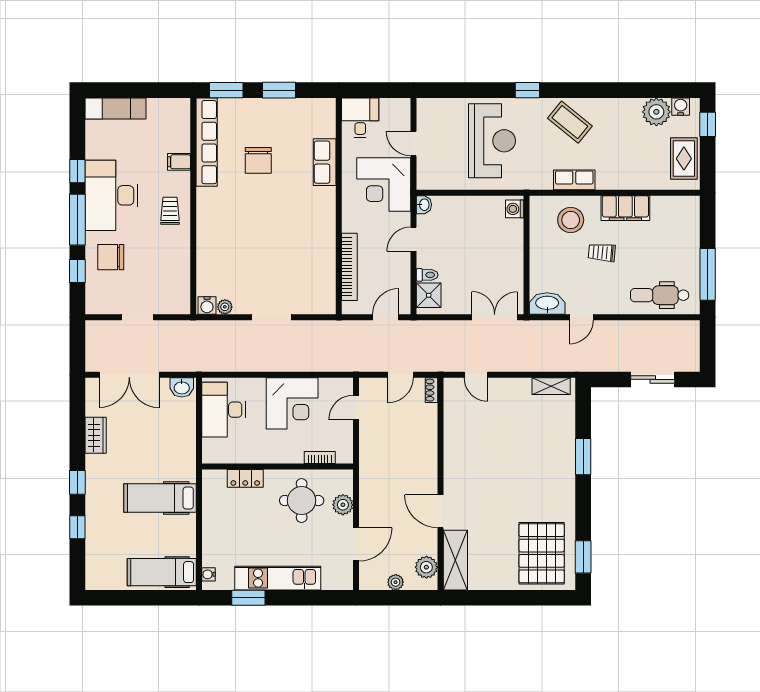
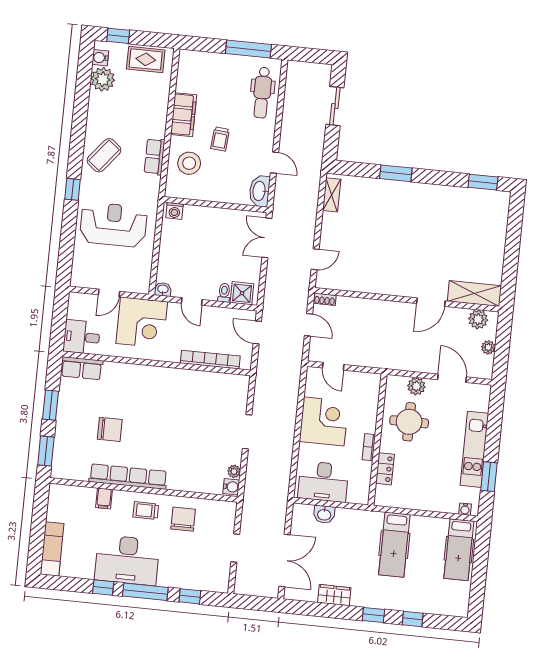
row of seats: (207, 142) -> (128, 477), moved
row of seats: (325, 162) -> (82, 368), moved
chair: (111, 257) -> (183, 519), moved, turned 180
washbasin: (182, 387) -> (324, 514), moved, turned 90
bookcase: (320, 458) -> (369, 447), moved
pallet: (542, 553) -> (476, 218), removed

